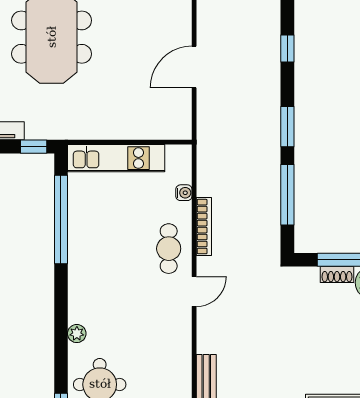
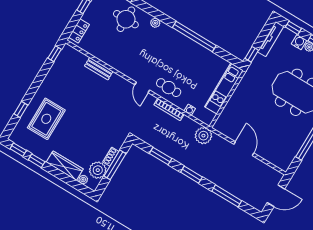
window: (287, 49) -> (227, 196), width x2.17
plant: (212, 145) -> (203, 136), added
window: (287, 195) -> (161, 156), width x0.69
window: (61, 219) -> (194, 37), moved

